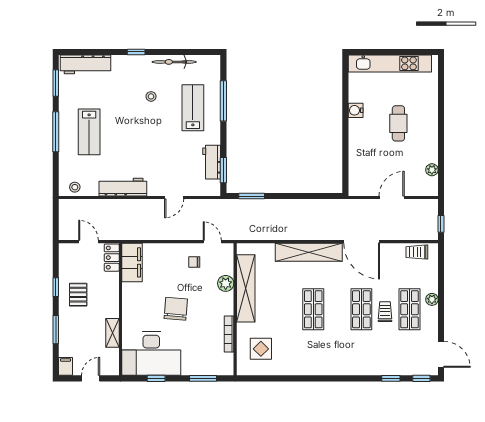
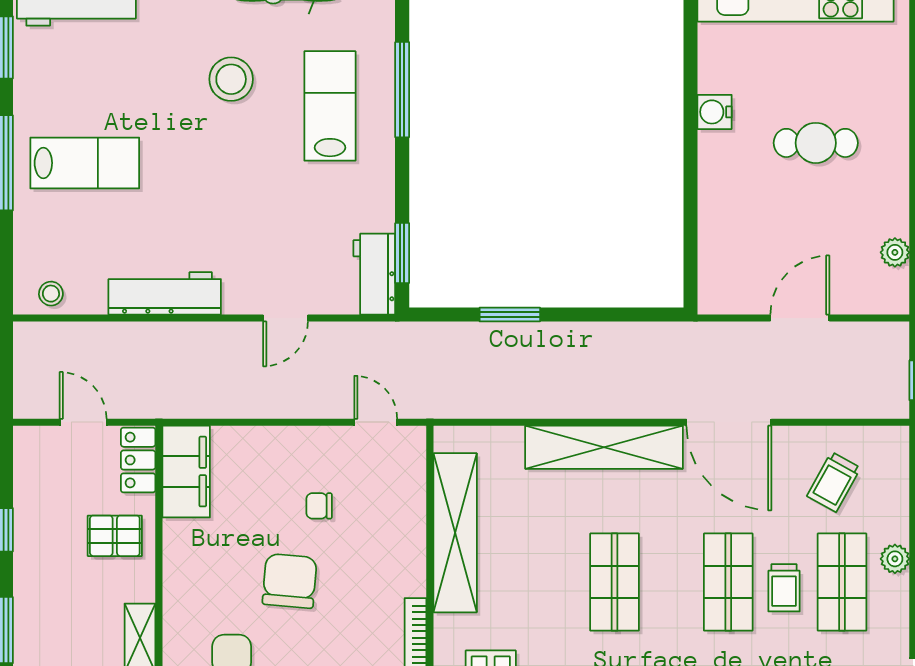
stool: (151, 96) -> (231, 79), width x1.89, depth x1.89
cafe table: (398, 123) -> (816, 143), turned 90
lab bench: (89, 132) -> (85, 163), turned -90
workbench: (212, 162) -> (374, 274), moved
window: (252, 196) -> (510, 315), moved
trolley: (417, 252) -> (834, 482), moved, turned -61
chair: (194, 262) -> (319, 506), moved
plant: (226, 283) -> (407, 521), removed
pallet: (78, 295) -> (115, 536), moved, turned 90
trolley: (385, 312) -> (784, 588), turned 180

